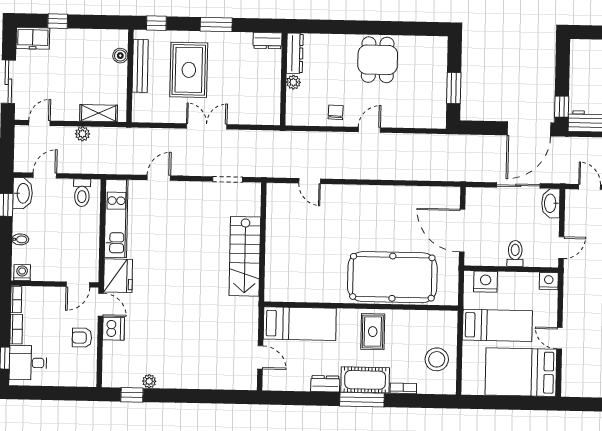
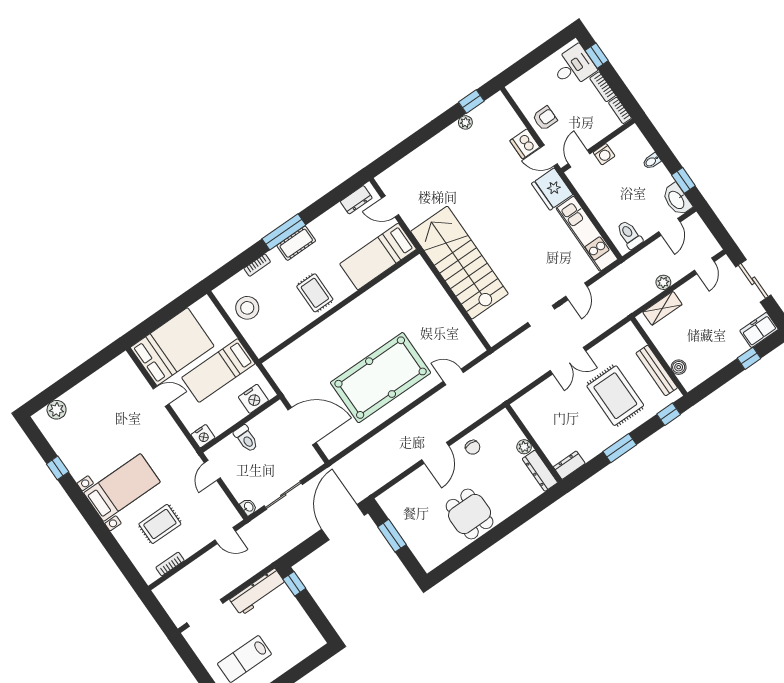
door: (529, 129) -> (343, 522), moved
door: (369, 130) -> (435, 453), width x1.38
doorway: (228, 179) -> (541, 316), moved
washbasin: (551, 203) -> (248, 507), width x0.52, depth x0.69
stairs: (245, 256) -> (459, 263), width x1.36, depth x1.51
washing machine: (22, 273) -> (604, 154), moved
pool table: (392, 277) -> (381, 378), moved
cot: (365, 380) -> (296, 243), width x0.73, depth x0.75
dresser: (325, 384) -> (356, 200), moved

